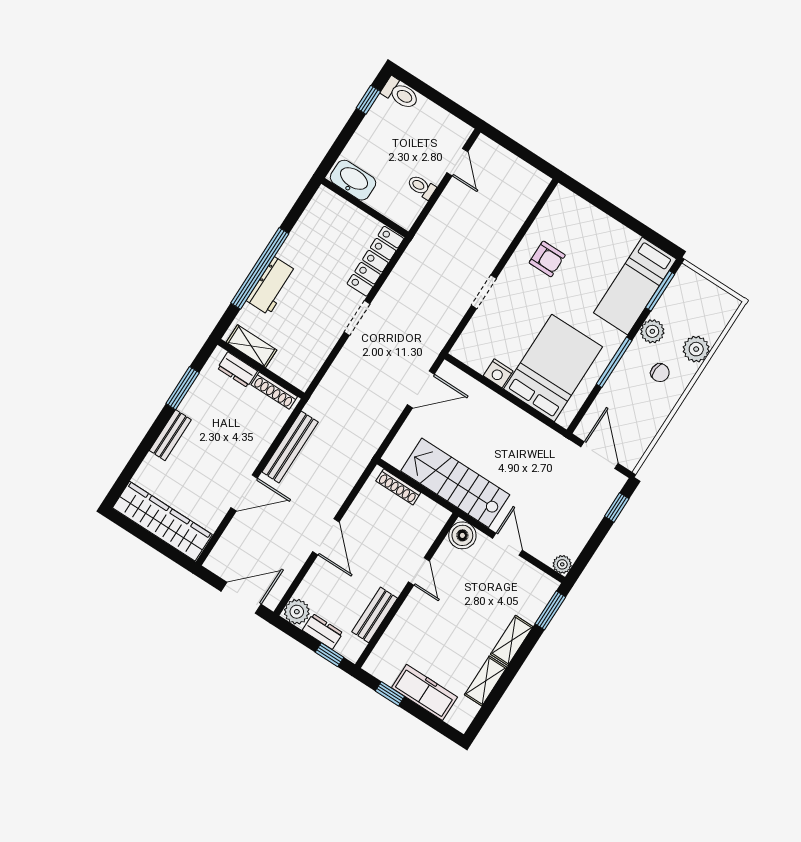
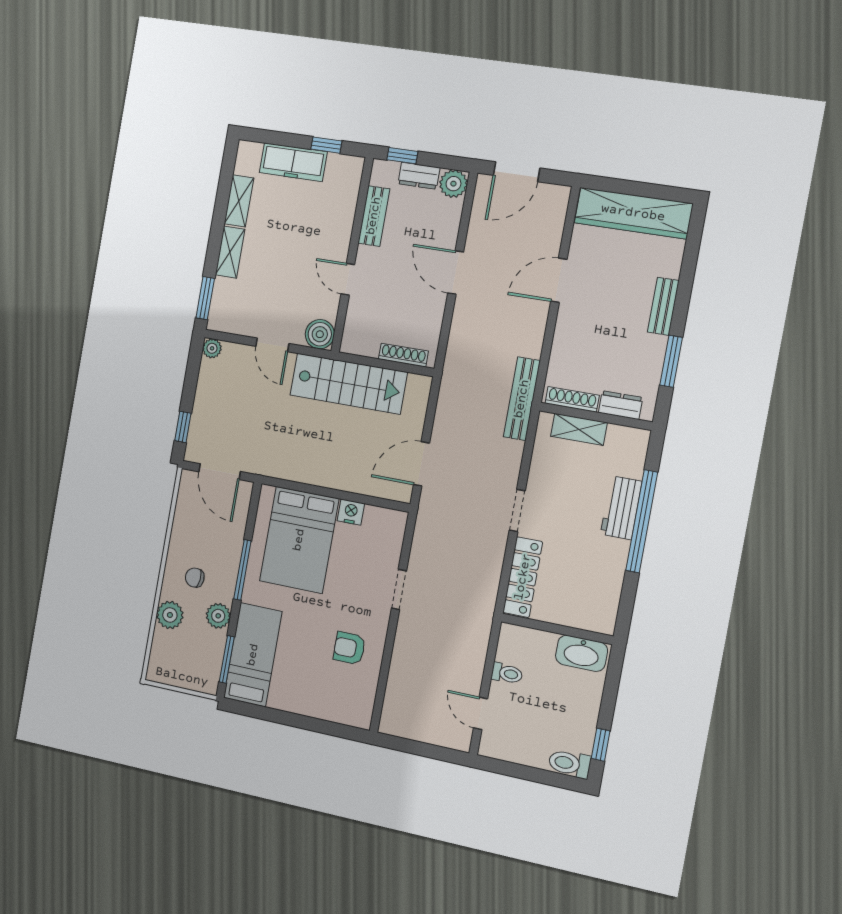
shelving: (252, 346) -> (579, 429), moved
bench: (290, 447) -> (522, 399), moved

